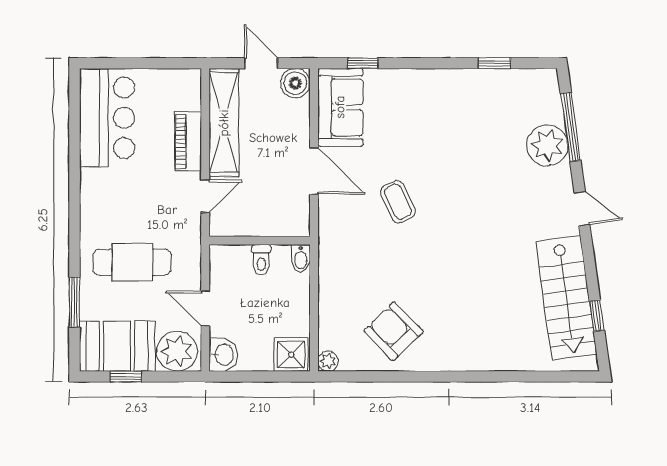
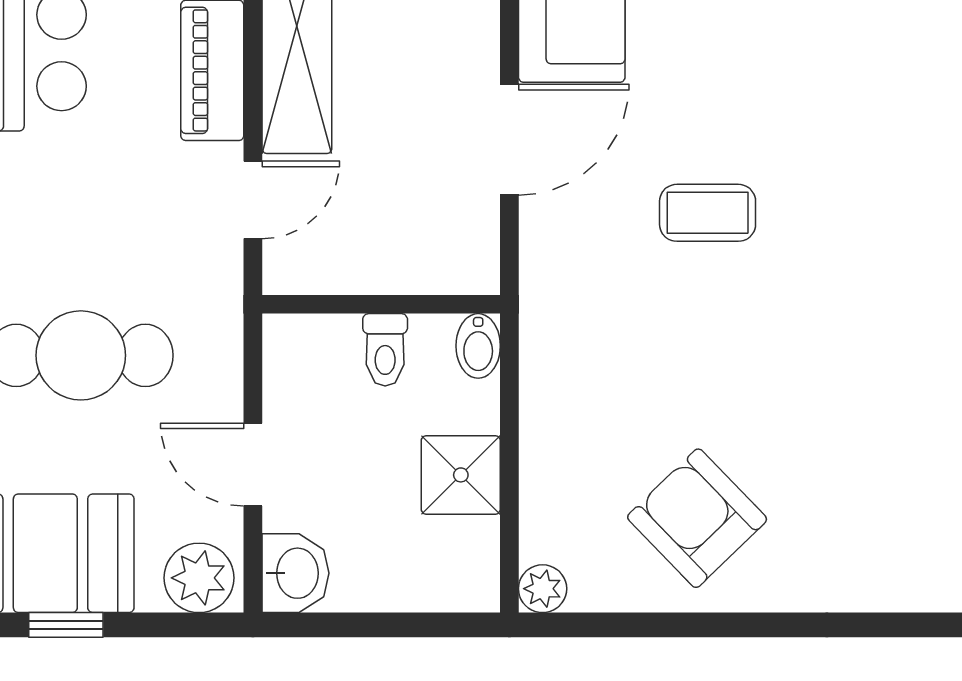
door: (314, 171) -> (509, 140), hinge flipped
coffee table: (398, 202) -> (708, 213), turned -65
plant: (177, 351) -> (199, 578), width x0.73, depth x0.73
shower: (291, 355) -> (461, 475), moved

